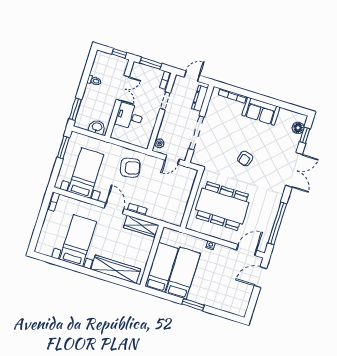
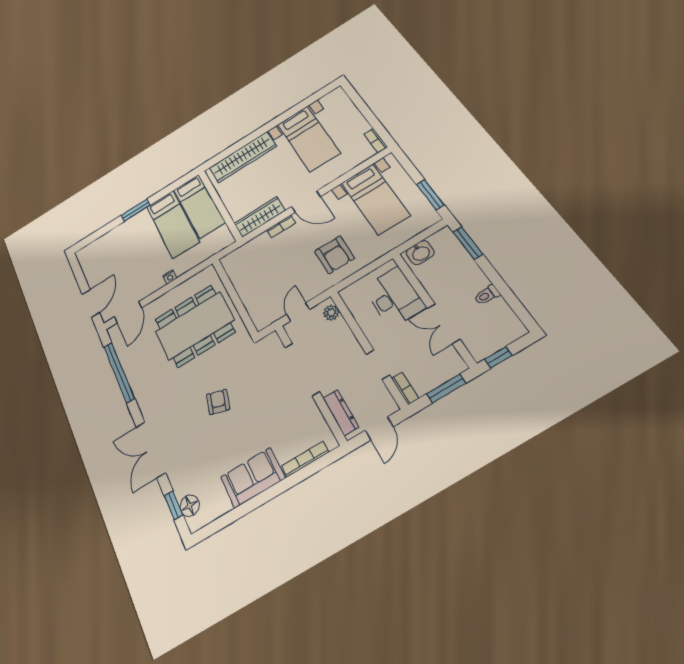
desk: (130, 116) -> (394, 297), width x1.37
armchair: (130, 168) -> (335, 255), turned -78

